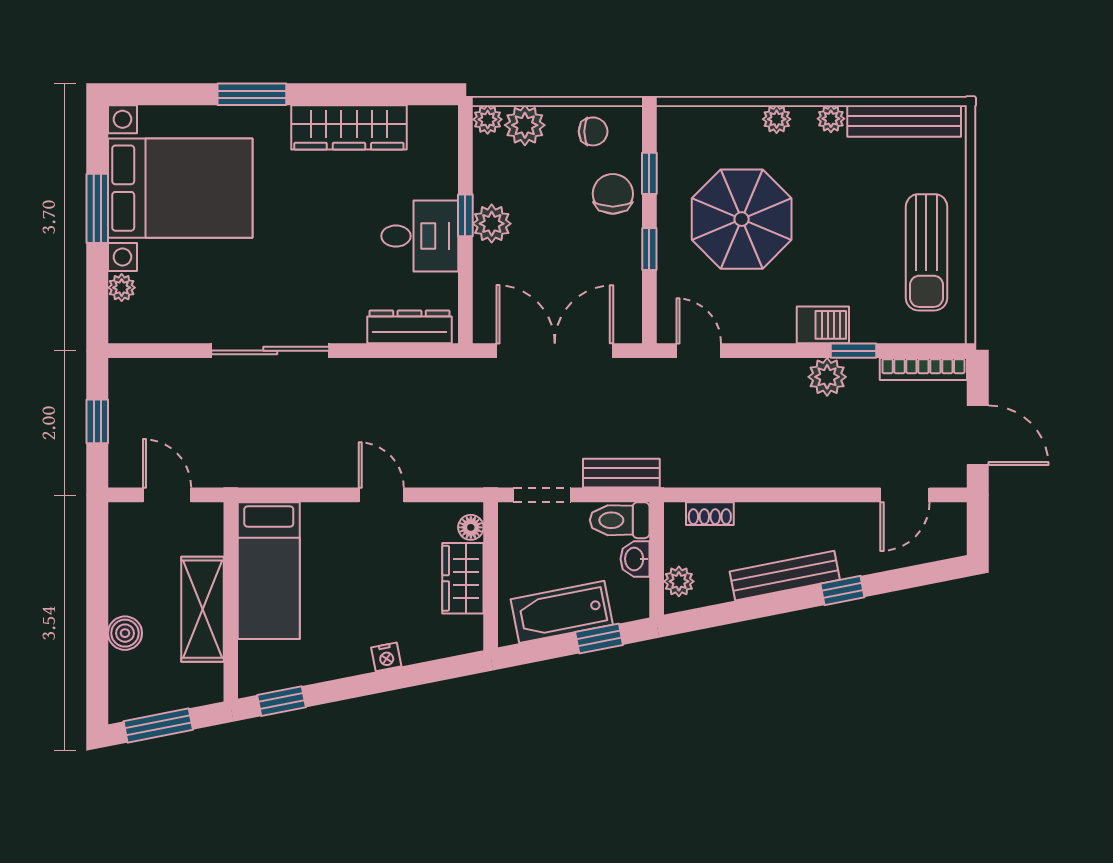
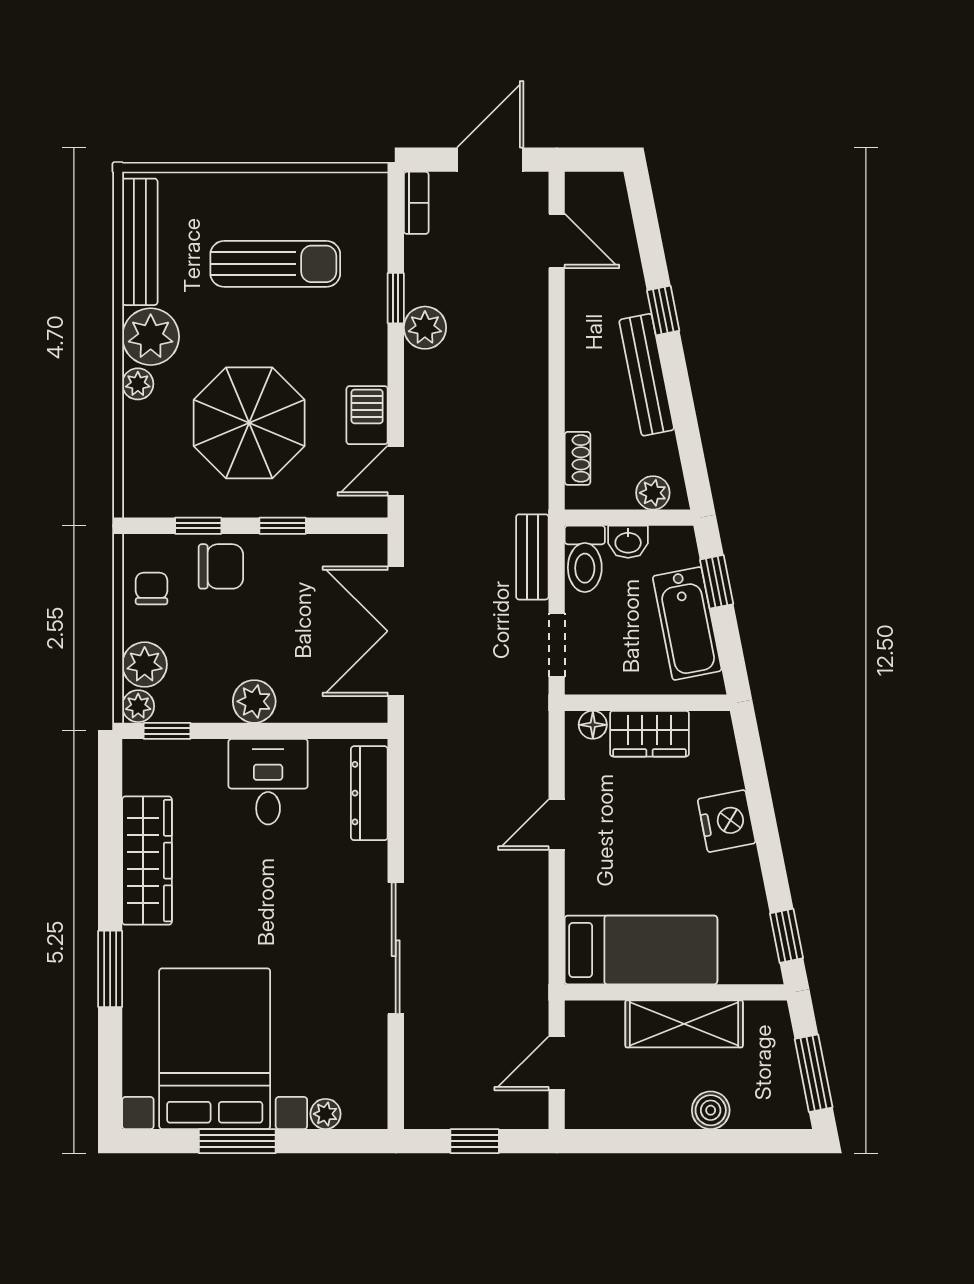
plant: (831, 119) -> (151, 337), width x1.87, depth x1.87
chair: (613, 194) -> (221, 566), turned 180
window: (465, 215) -> (167, 731), moved
sun lounger: (926, 252) -> (275, 264), moved
barbecue: (823, 325) -> (367, 415), moved
bookcase: (923, 369) -> (416, 203), width x0.64
nightstand: (386, 657) -> (727, 821), width x1.89, depth x1.79

